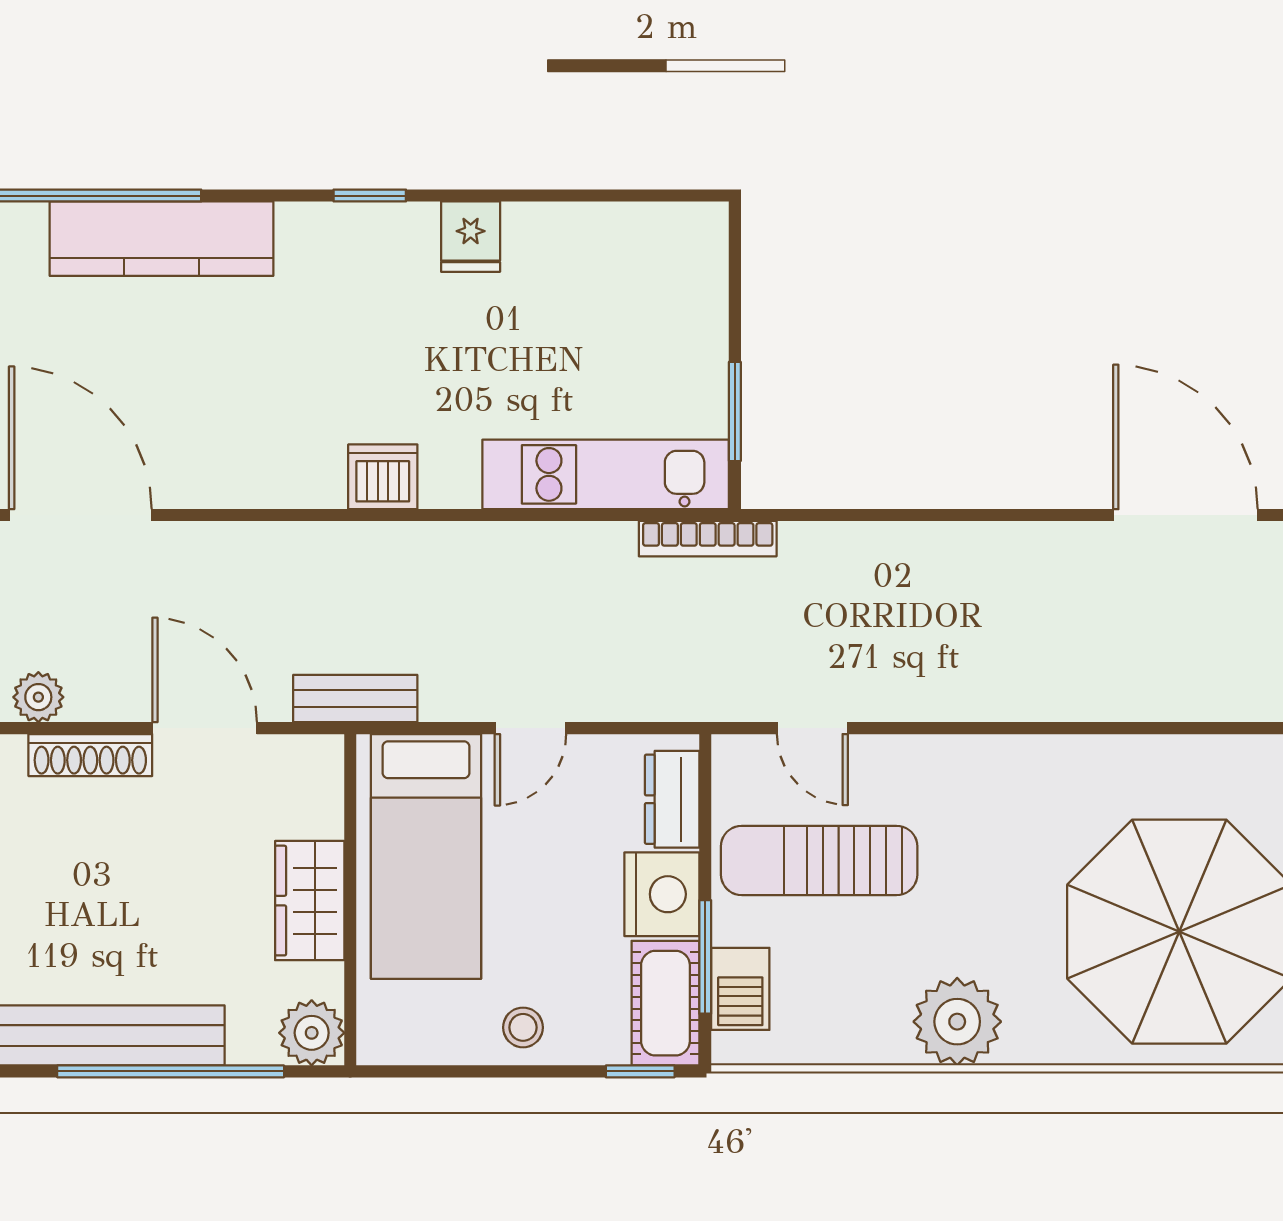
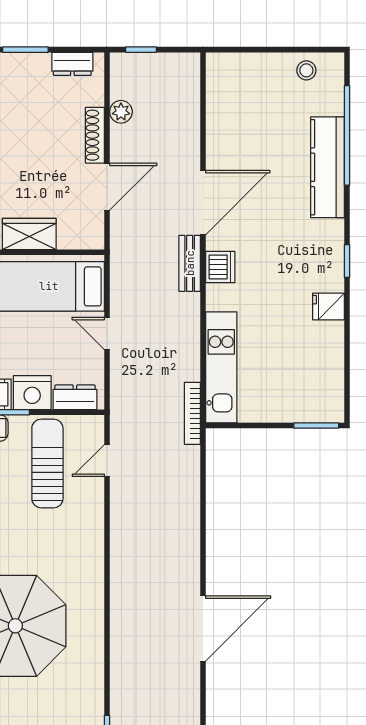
window: (735, 411) -> (316, 426), moved
door: (80, 515) -> (203, 203), moved
bench: (355, 699) -> (190, 263), moved

